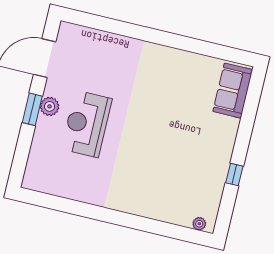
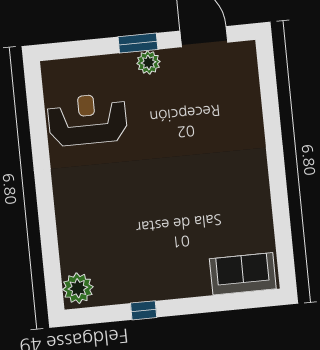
reception desk: (87, 124) -> (87, 120), moved
plant: (199, 224) -> (78, 288), width x1.87, depth x1.87

